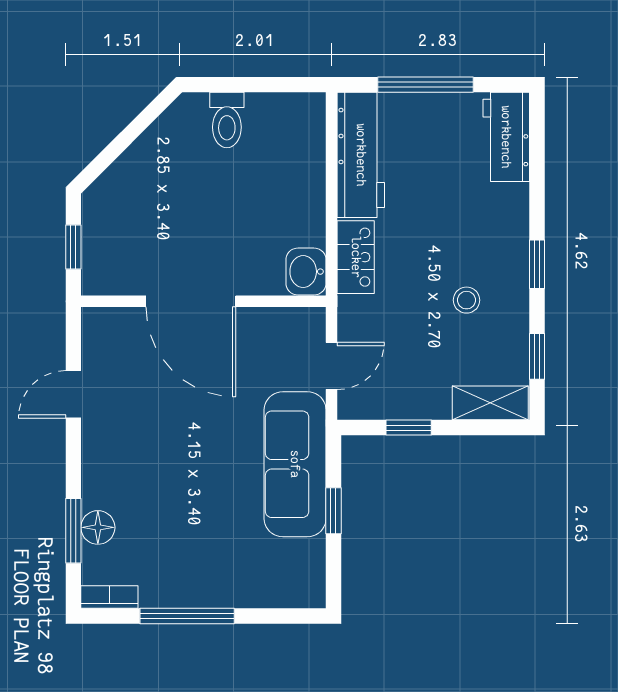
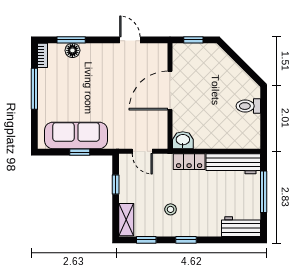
sofa: (295, 464) -> (76, 135), moved

